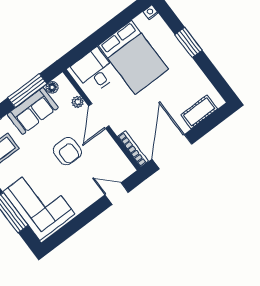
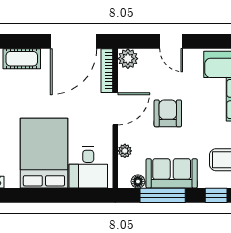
door: (99, 116) -> (115, 109), moved
plant: (124, 168) -> (128, 59), added
door: (117, 194) -> (171, 41), moved

